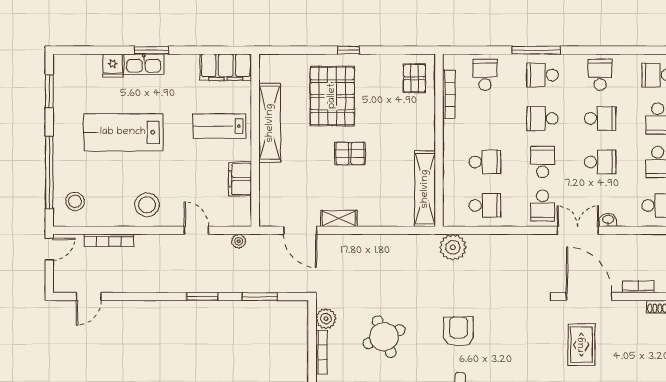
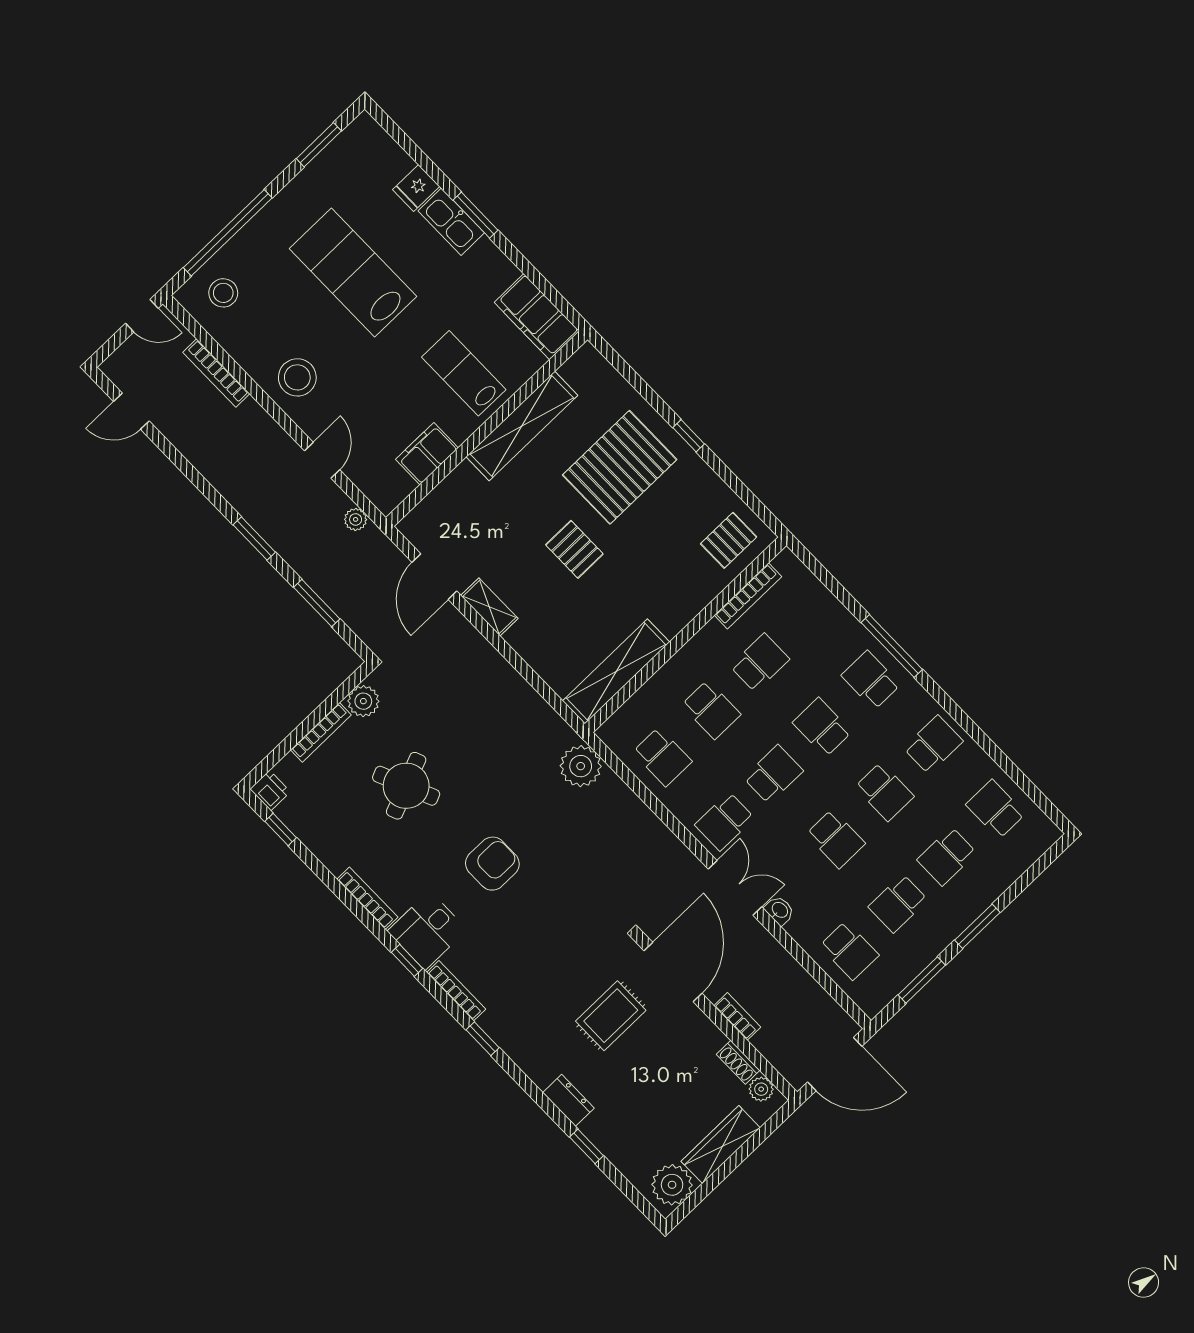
school desk: (485, 75) -> (760, 663), moved

